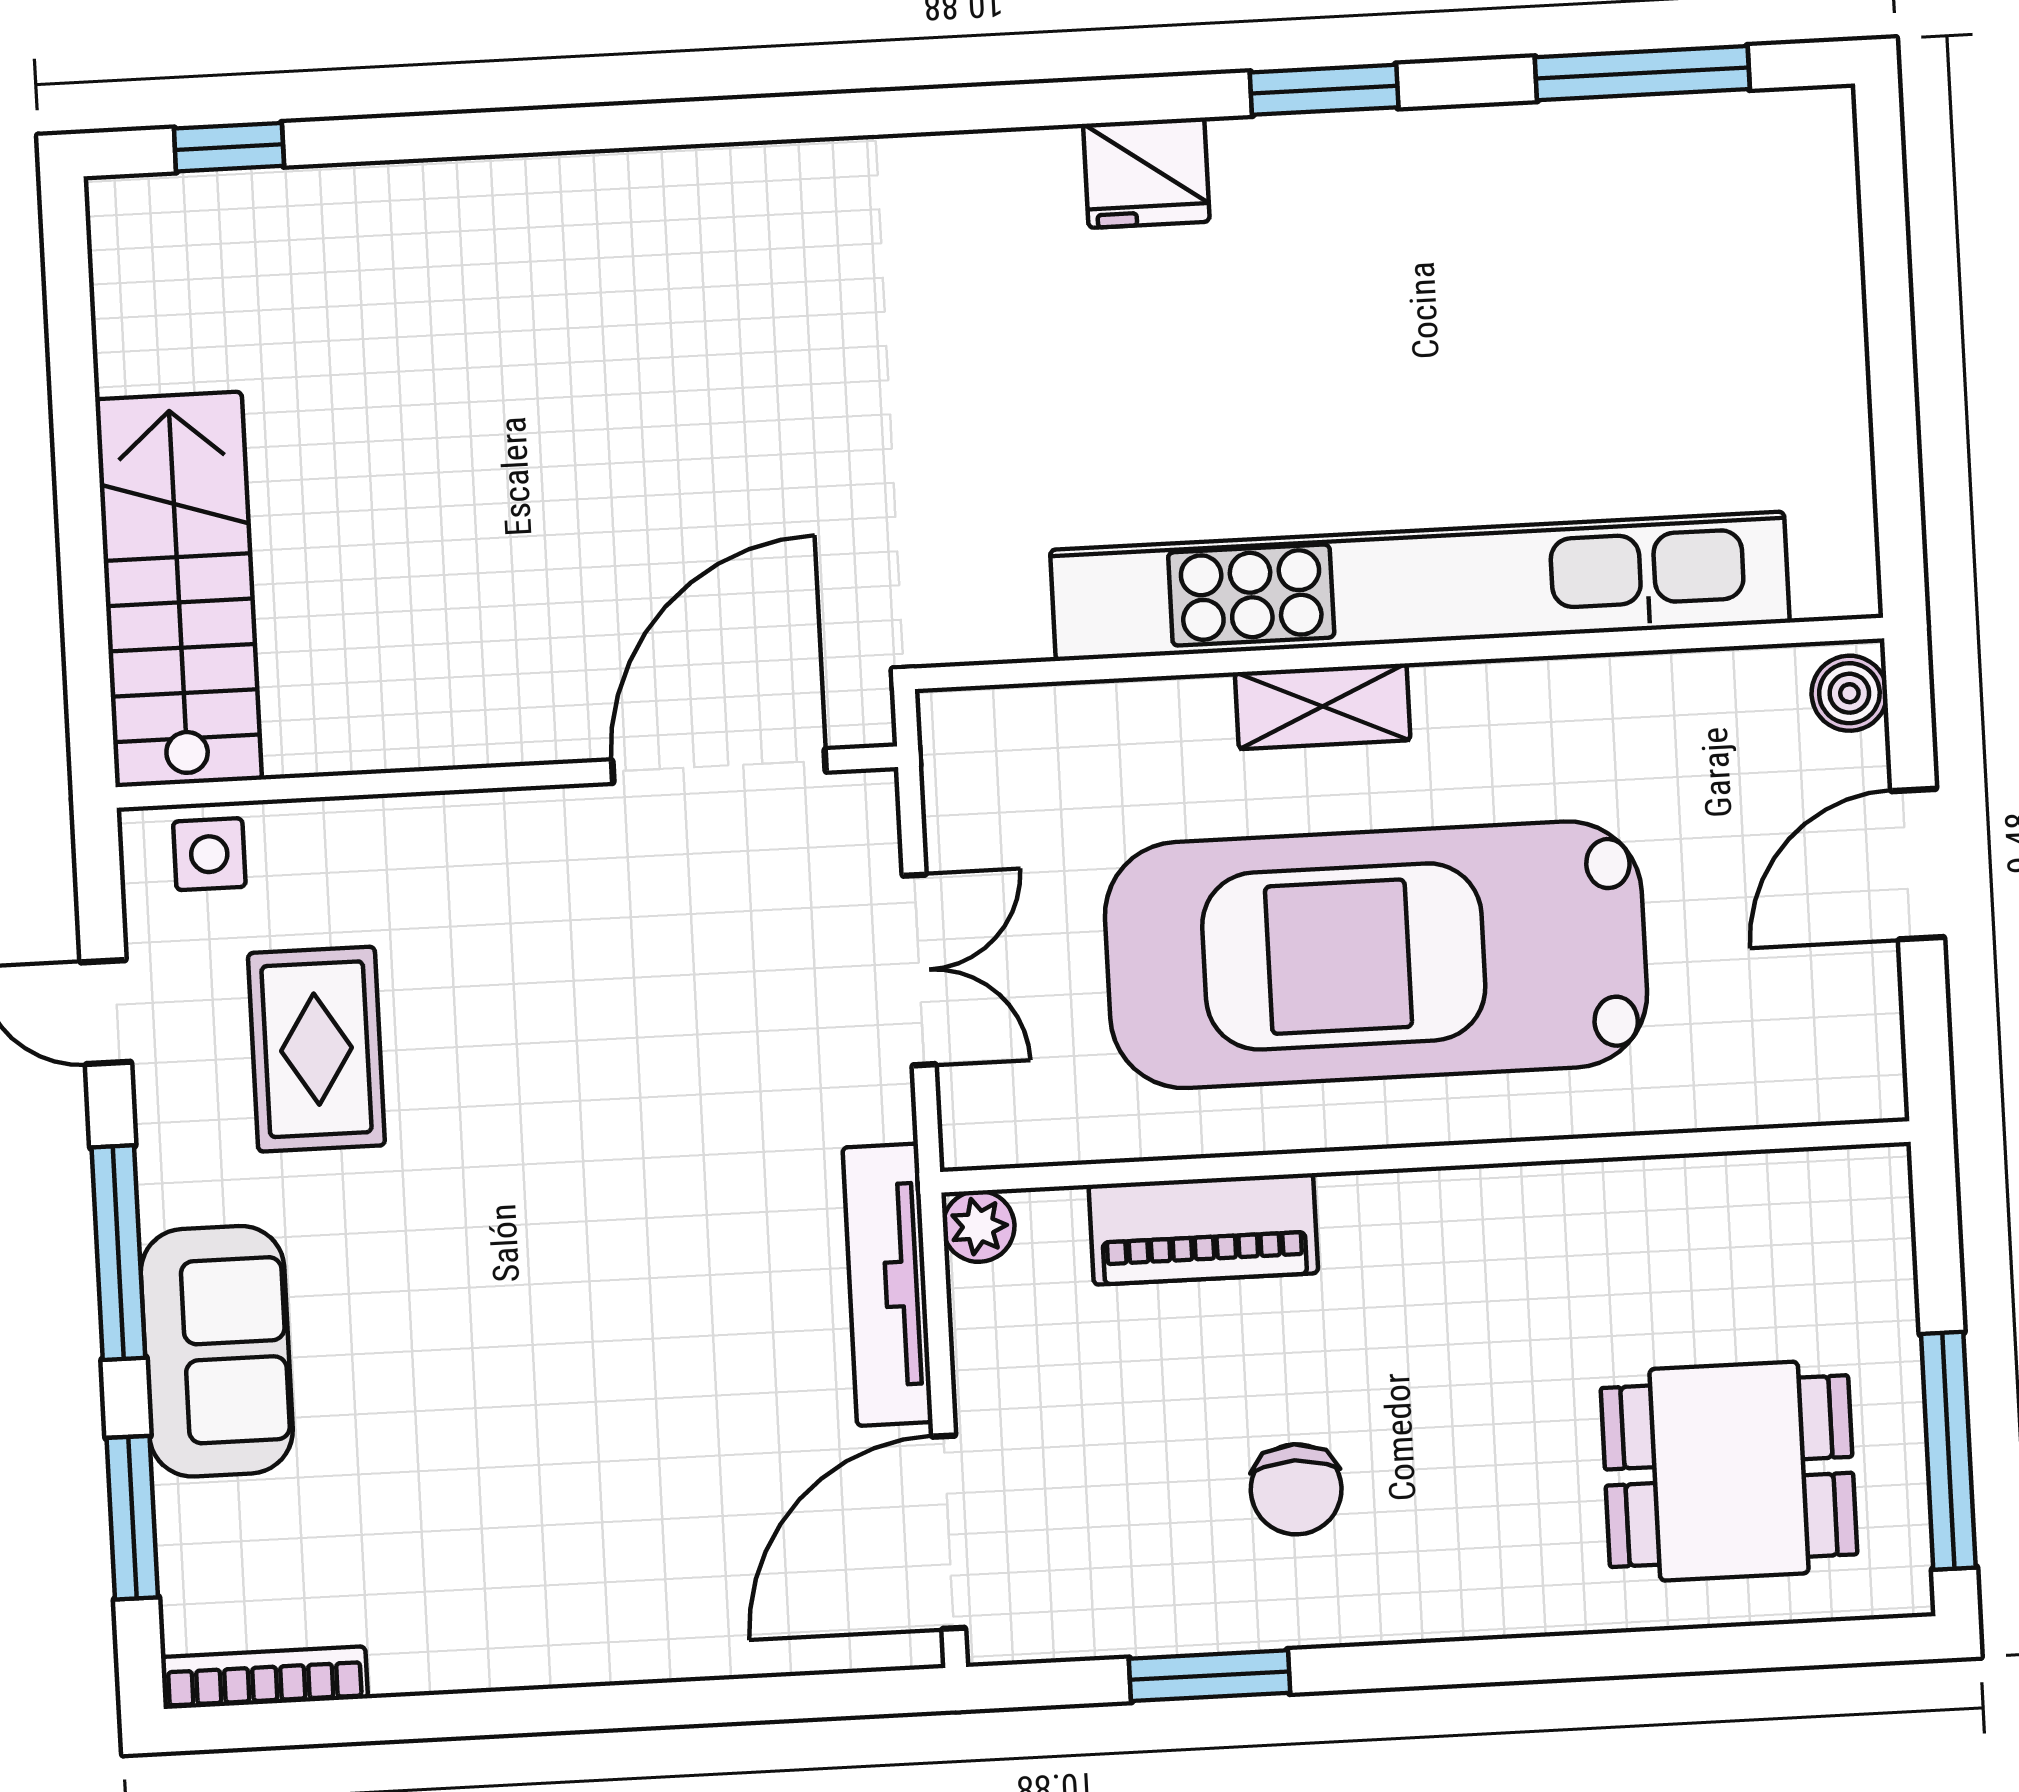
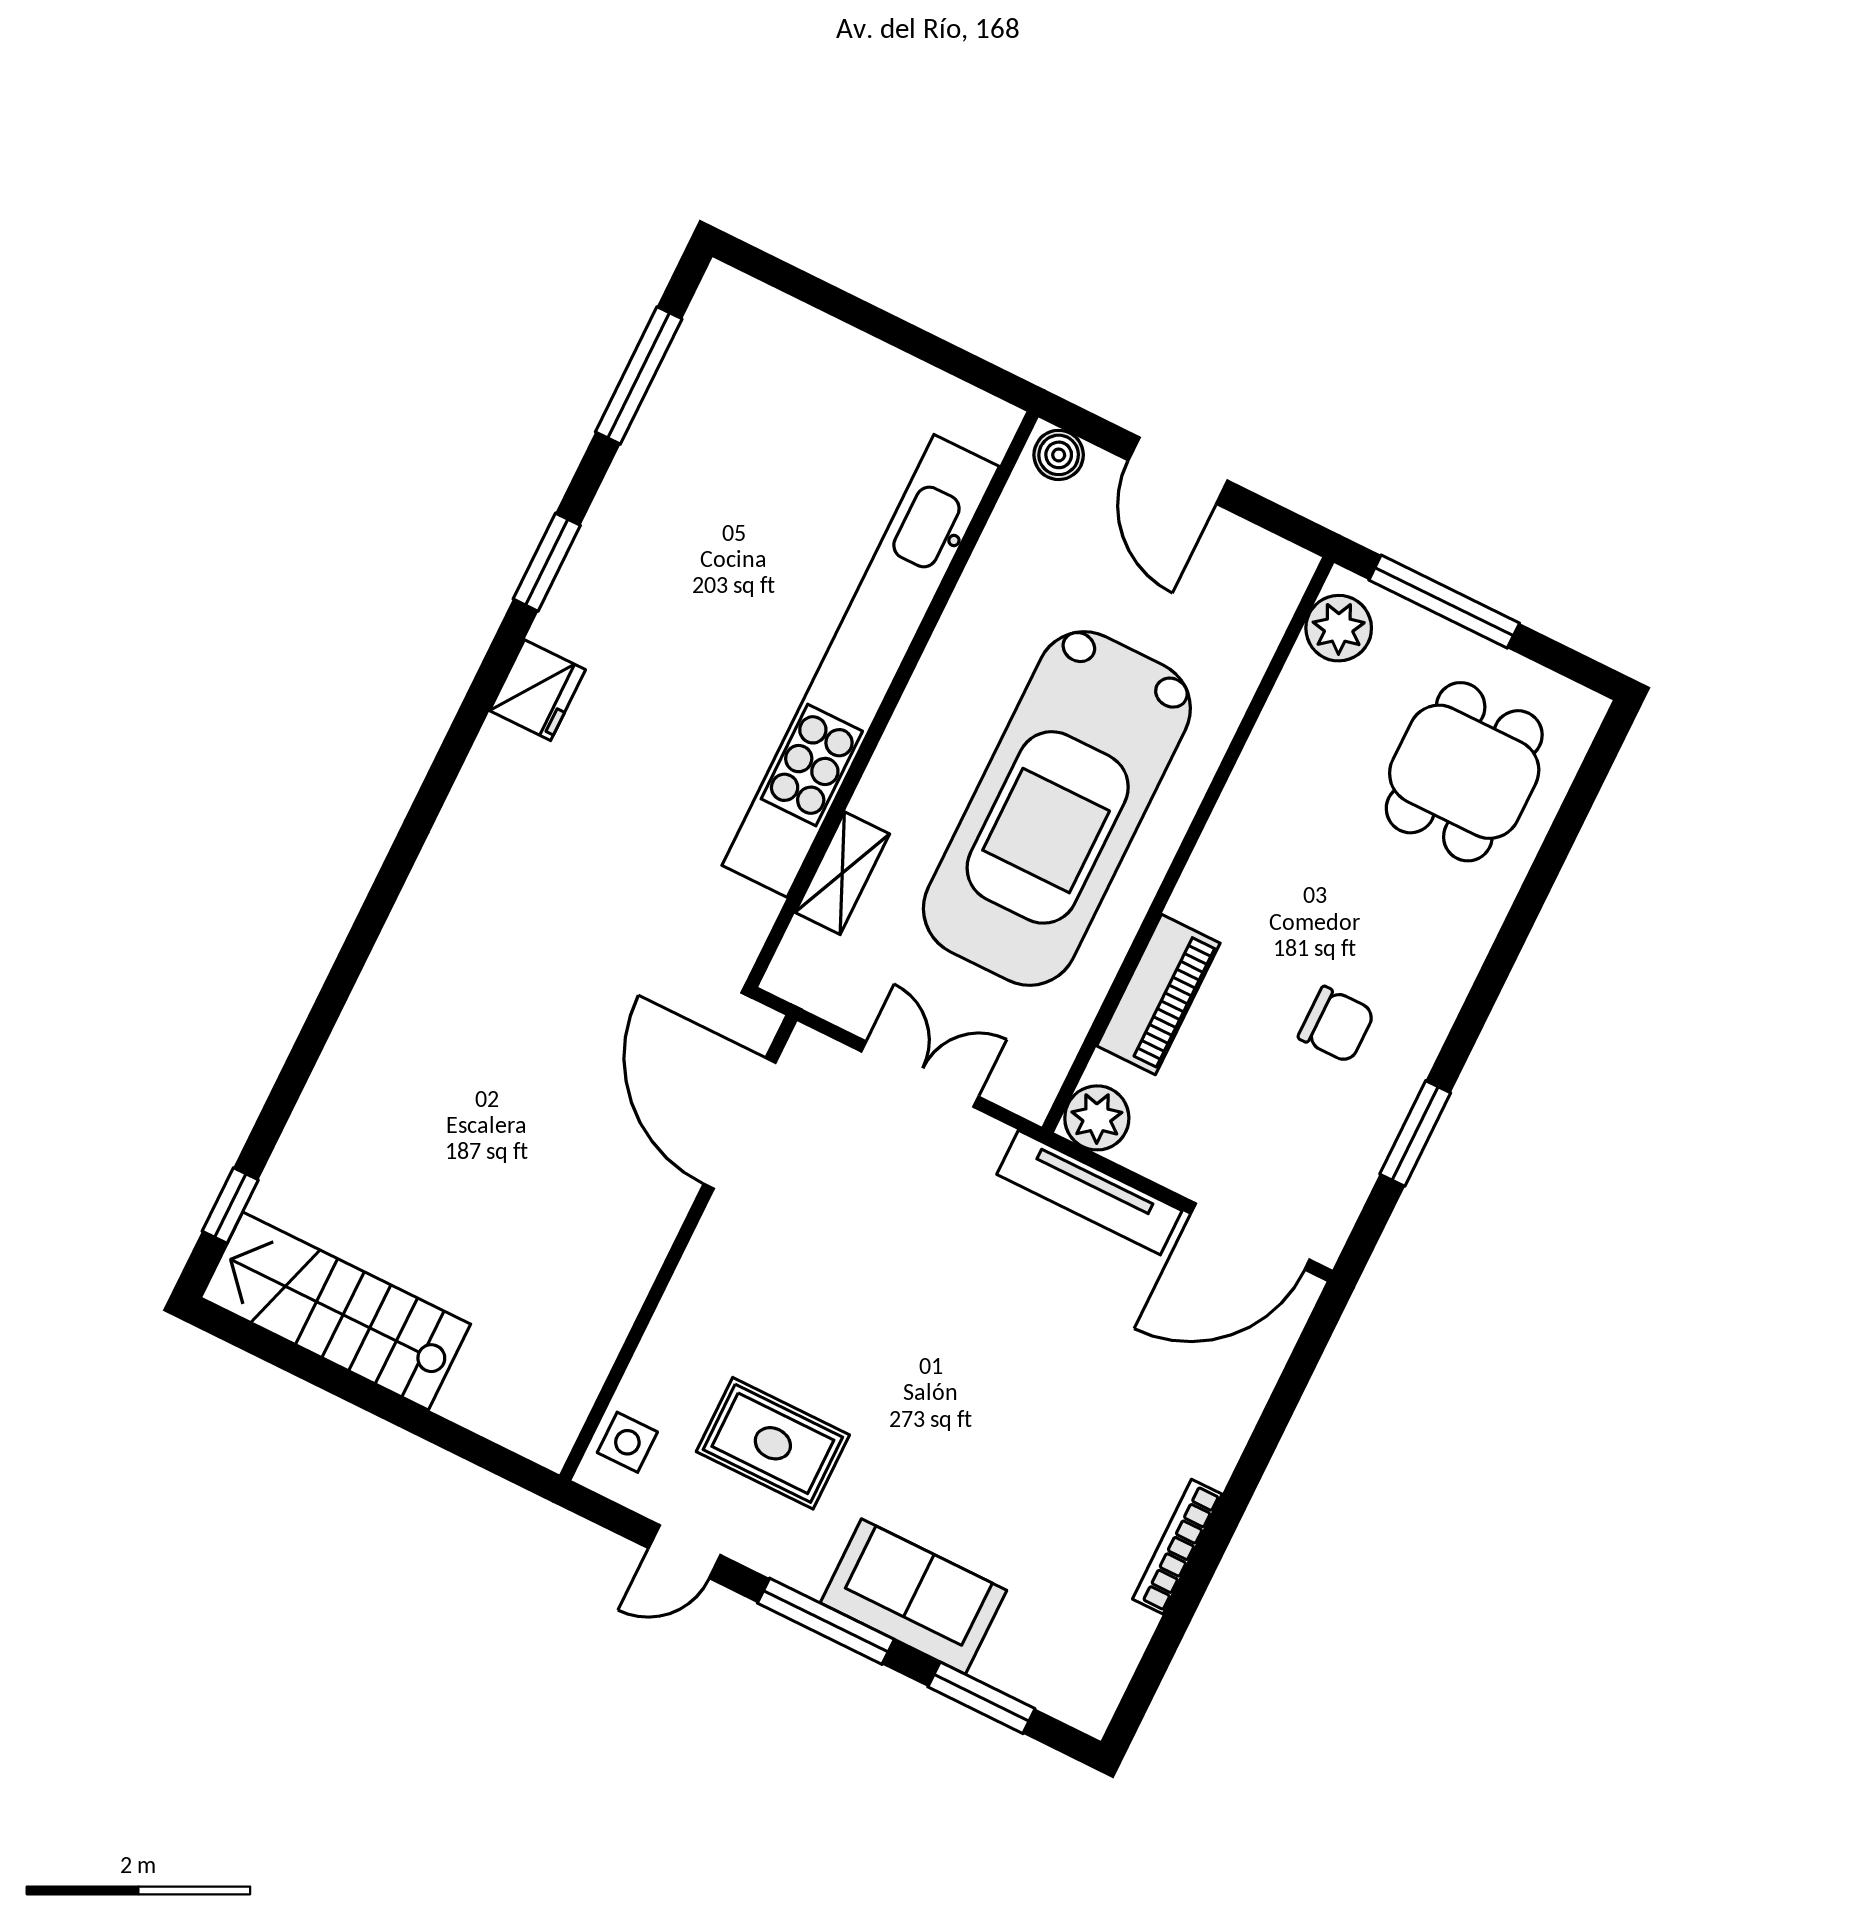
stairs: (178, 589) -> (336, 1311), moved
shelving: (1323, 706) -> (842, 873), moved
plant: (1827, 1196) -> (1339, 628), added
plant: (979, 1226) -> (1097, 1118), width x1.38, depth x1.38
window: (1948, 1451) -> (1444, 602), moved
door: (949, 1532) -> (1250, 1237), hinge flipped
bookcase: (264, 1678) -> (1177, 1547), moved

